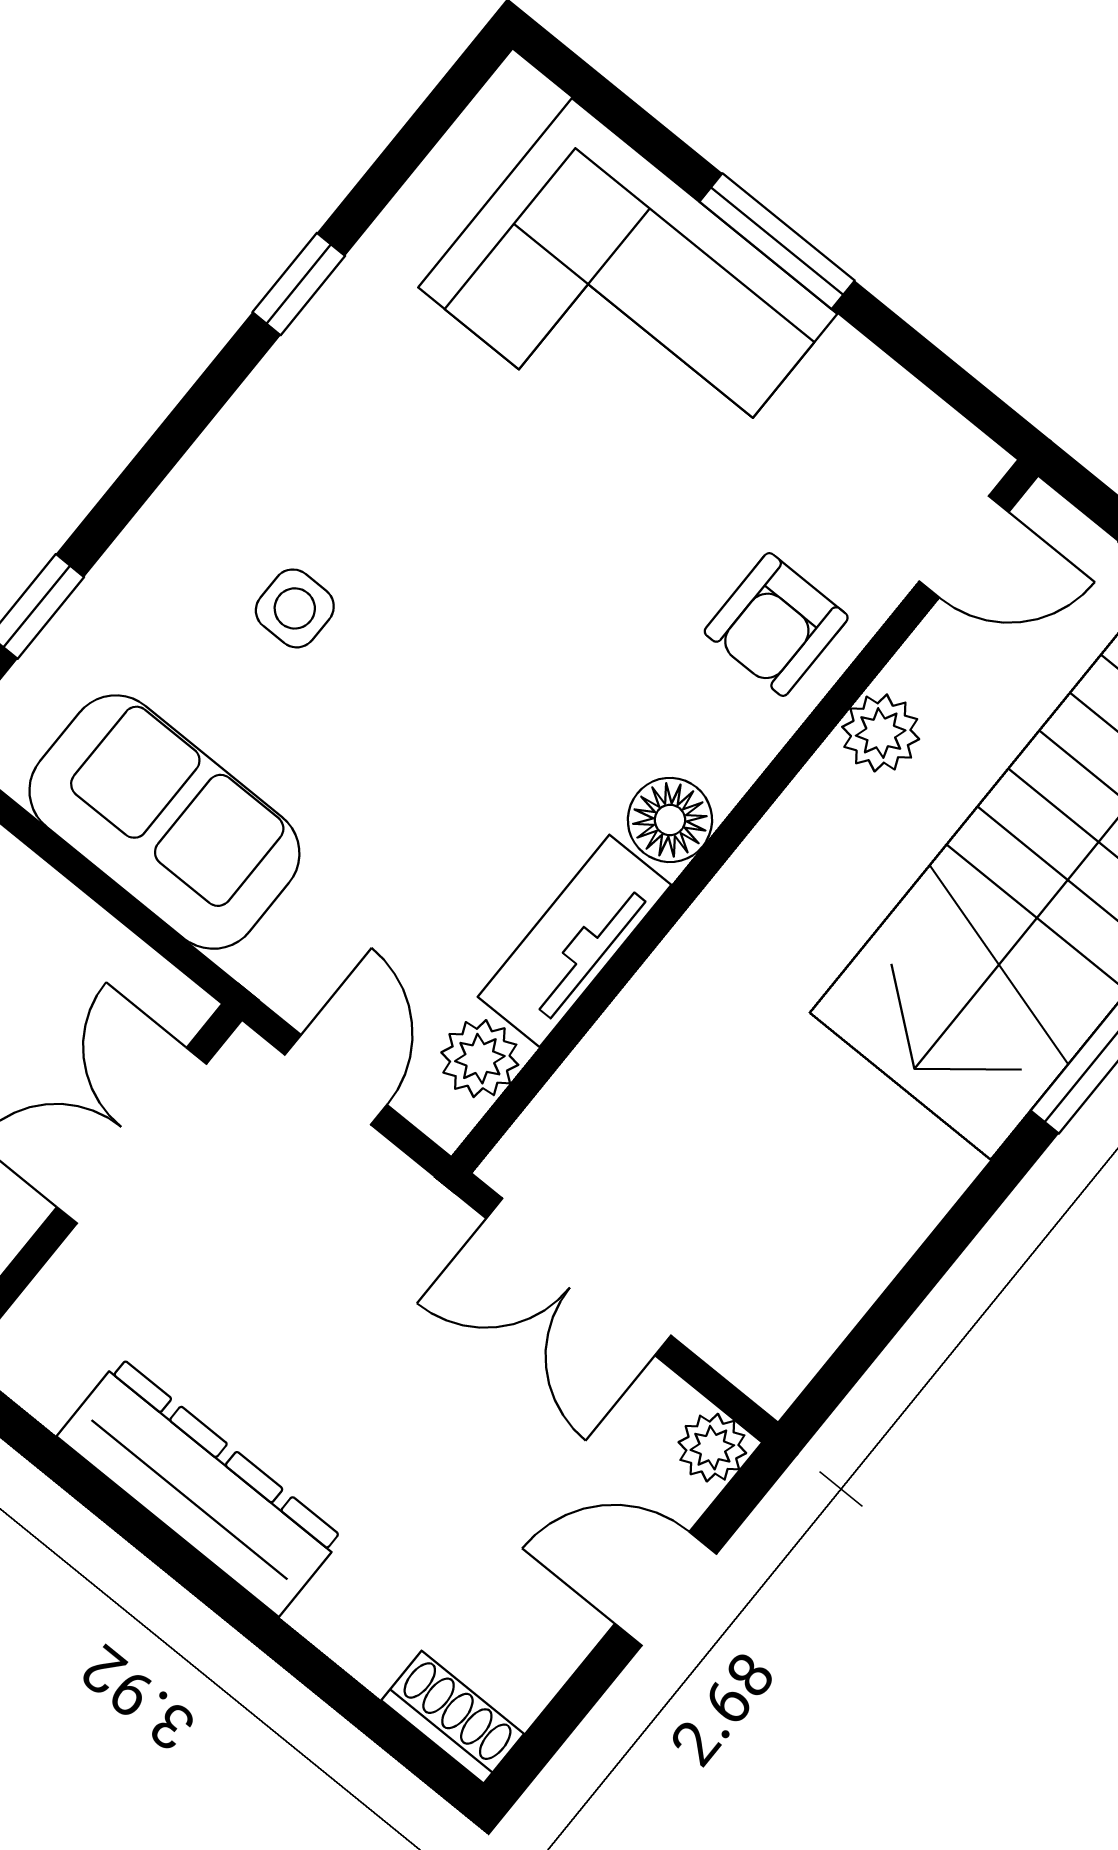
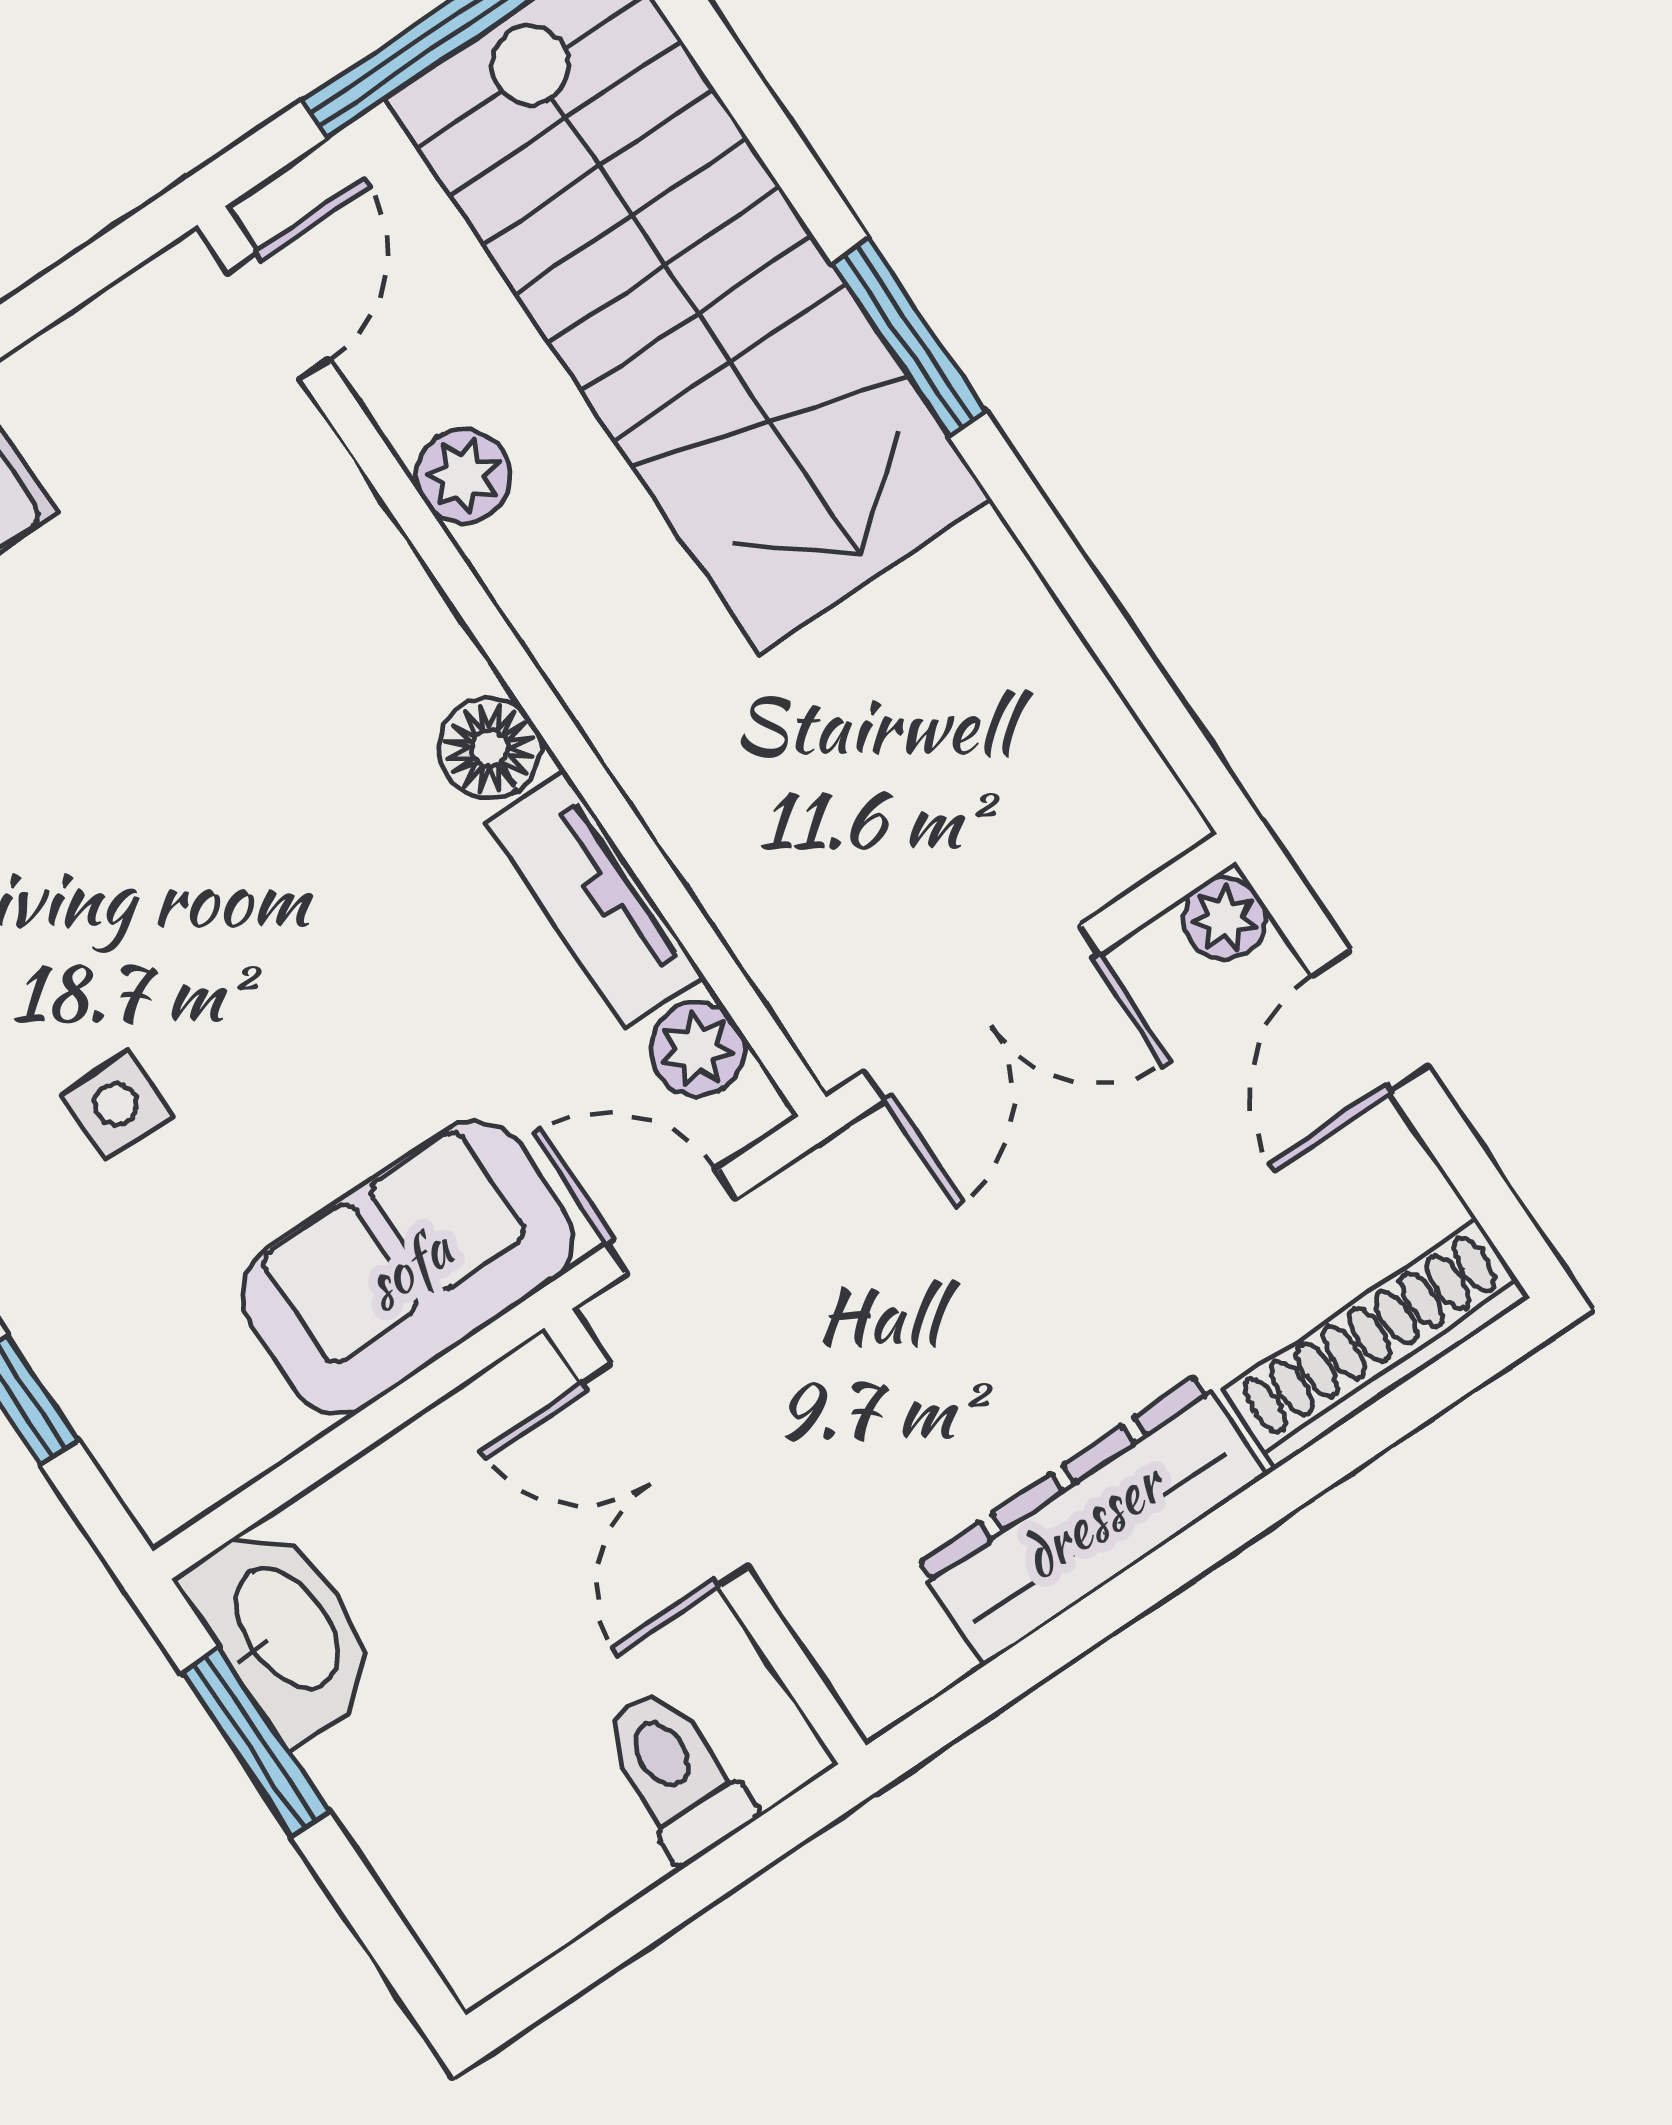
armchair: (776, 625) -> (303, 558), removed
sofa: (164, 822) -> (407, 1267), moved
shoe rack: (453, 1717) -> (1376, 1344), width x1.94, depth x1.24

